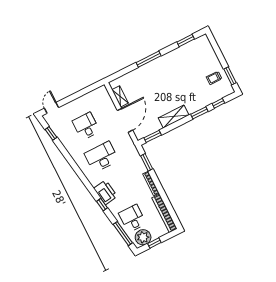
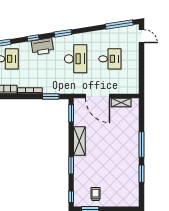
window: (186, 40) -> (142, 174), moved
window: (218, 103) -> (71, 197), moved
window: (51, 133) -> (119, 24), width x2.17
window: (84, 180) -> (63, 33), added

